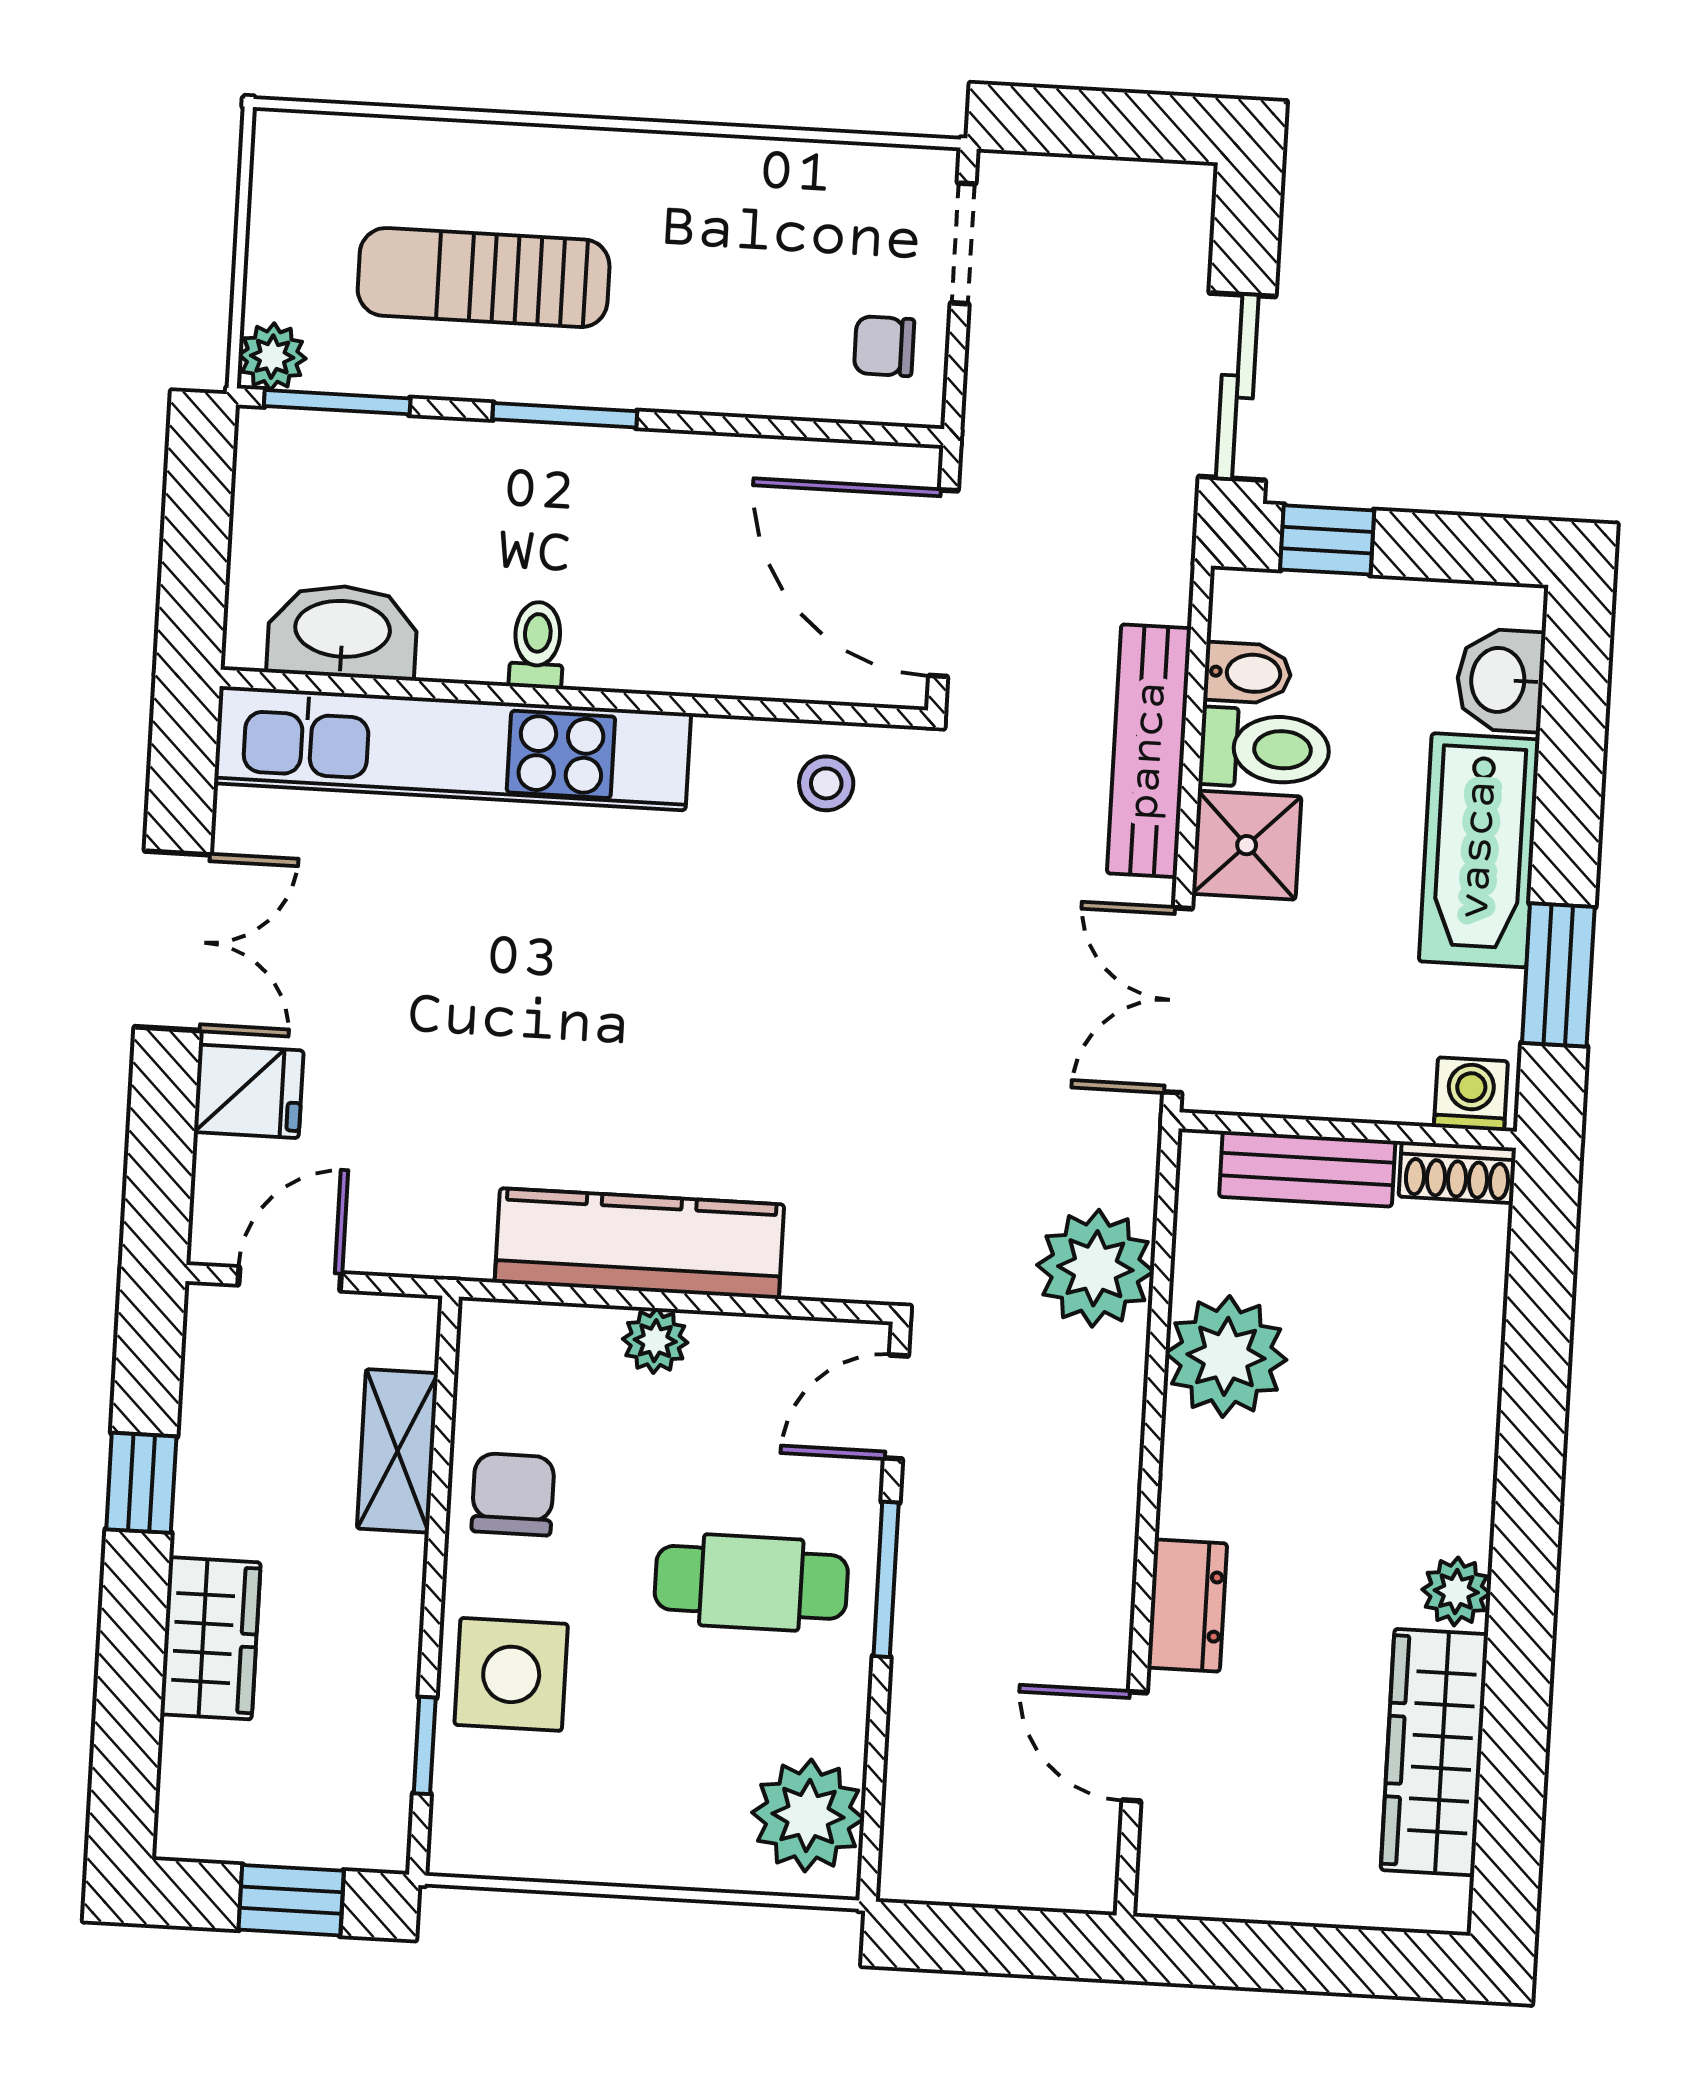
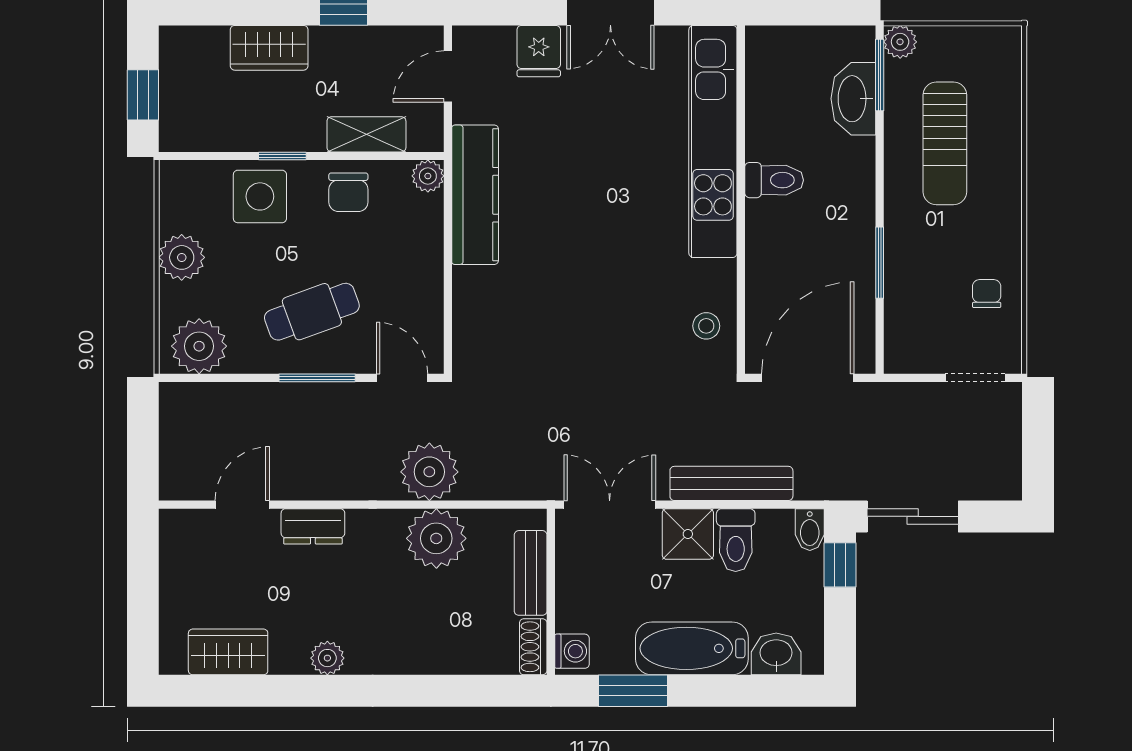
sun lounger: (484, 278) -> (945, 143), turned 180
chair: (884, 346) -> (987, 294), moved
window: (565, 415) -> (880, 263), moved
washbasin: (342, 632) -> (853, 99), moved, turned 180
toilet: (537, 645) -> (774, 180), width x1.37, depth x1.39
bidet: (1248, 673) -> (810, 530), moved
kitchen counter: (639, 1243) -> (475, 195), moved
plant: (1095, 1268) -> (429, 472), moved
door: (290, 1279) -> (448, 77), swing flipped
plant: (655, 1341) -> (428, 176), moved
chair: (513, 1494) -> (348, 192), turned 90
cafe table: (751, 1582) -> (312, 312), turned 70
window: (425, 1745) -> (282, 156), moved
wardrobe: (1434, 1752) -> (228, 652), width x0.67
plant: (626, 1840) -> (182, 257), added

